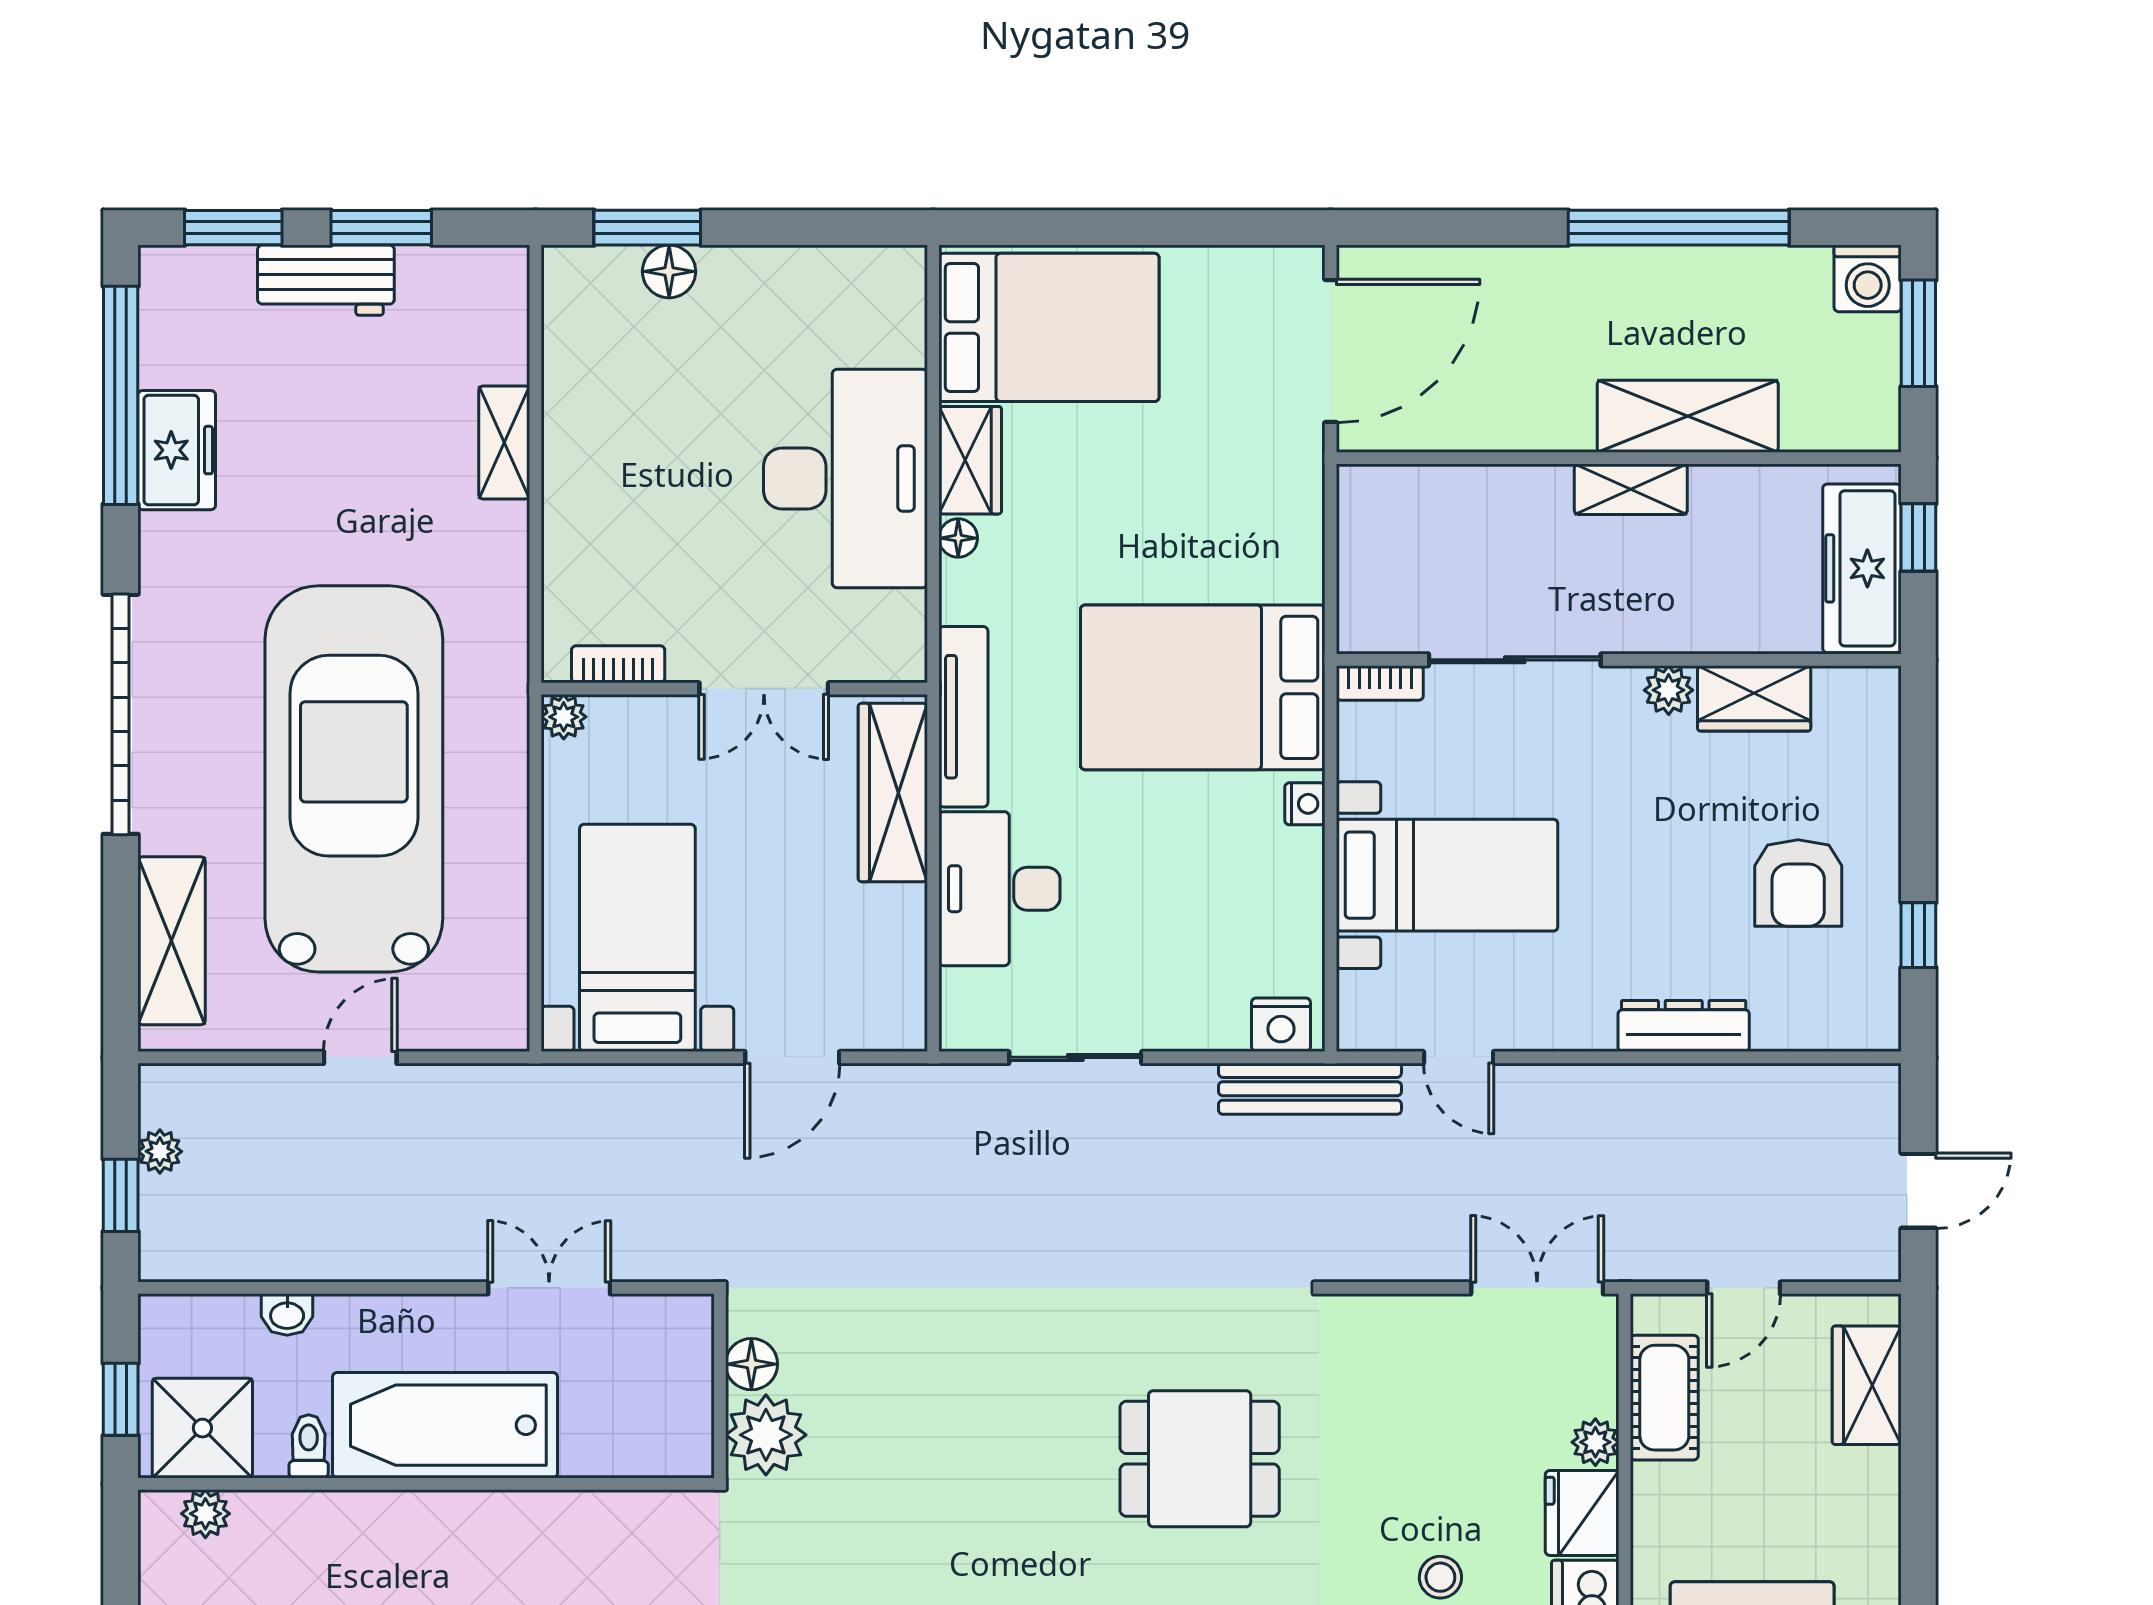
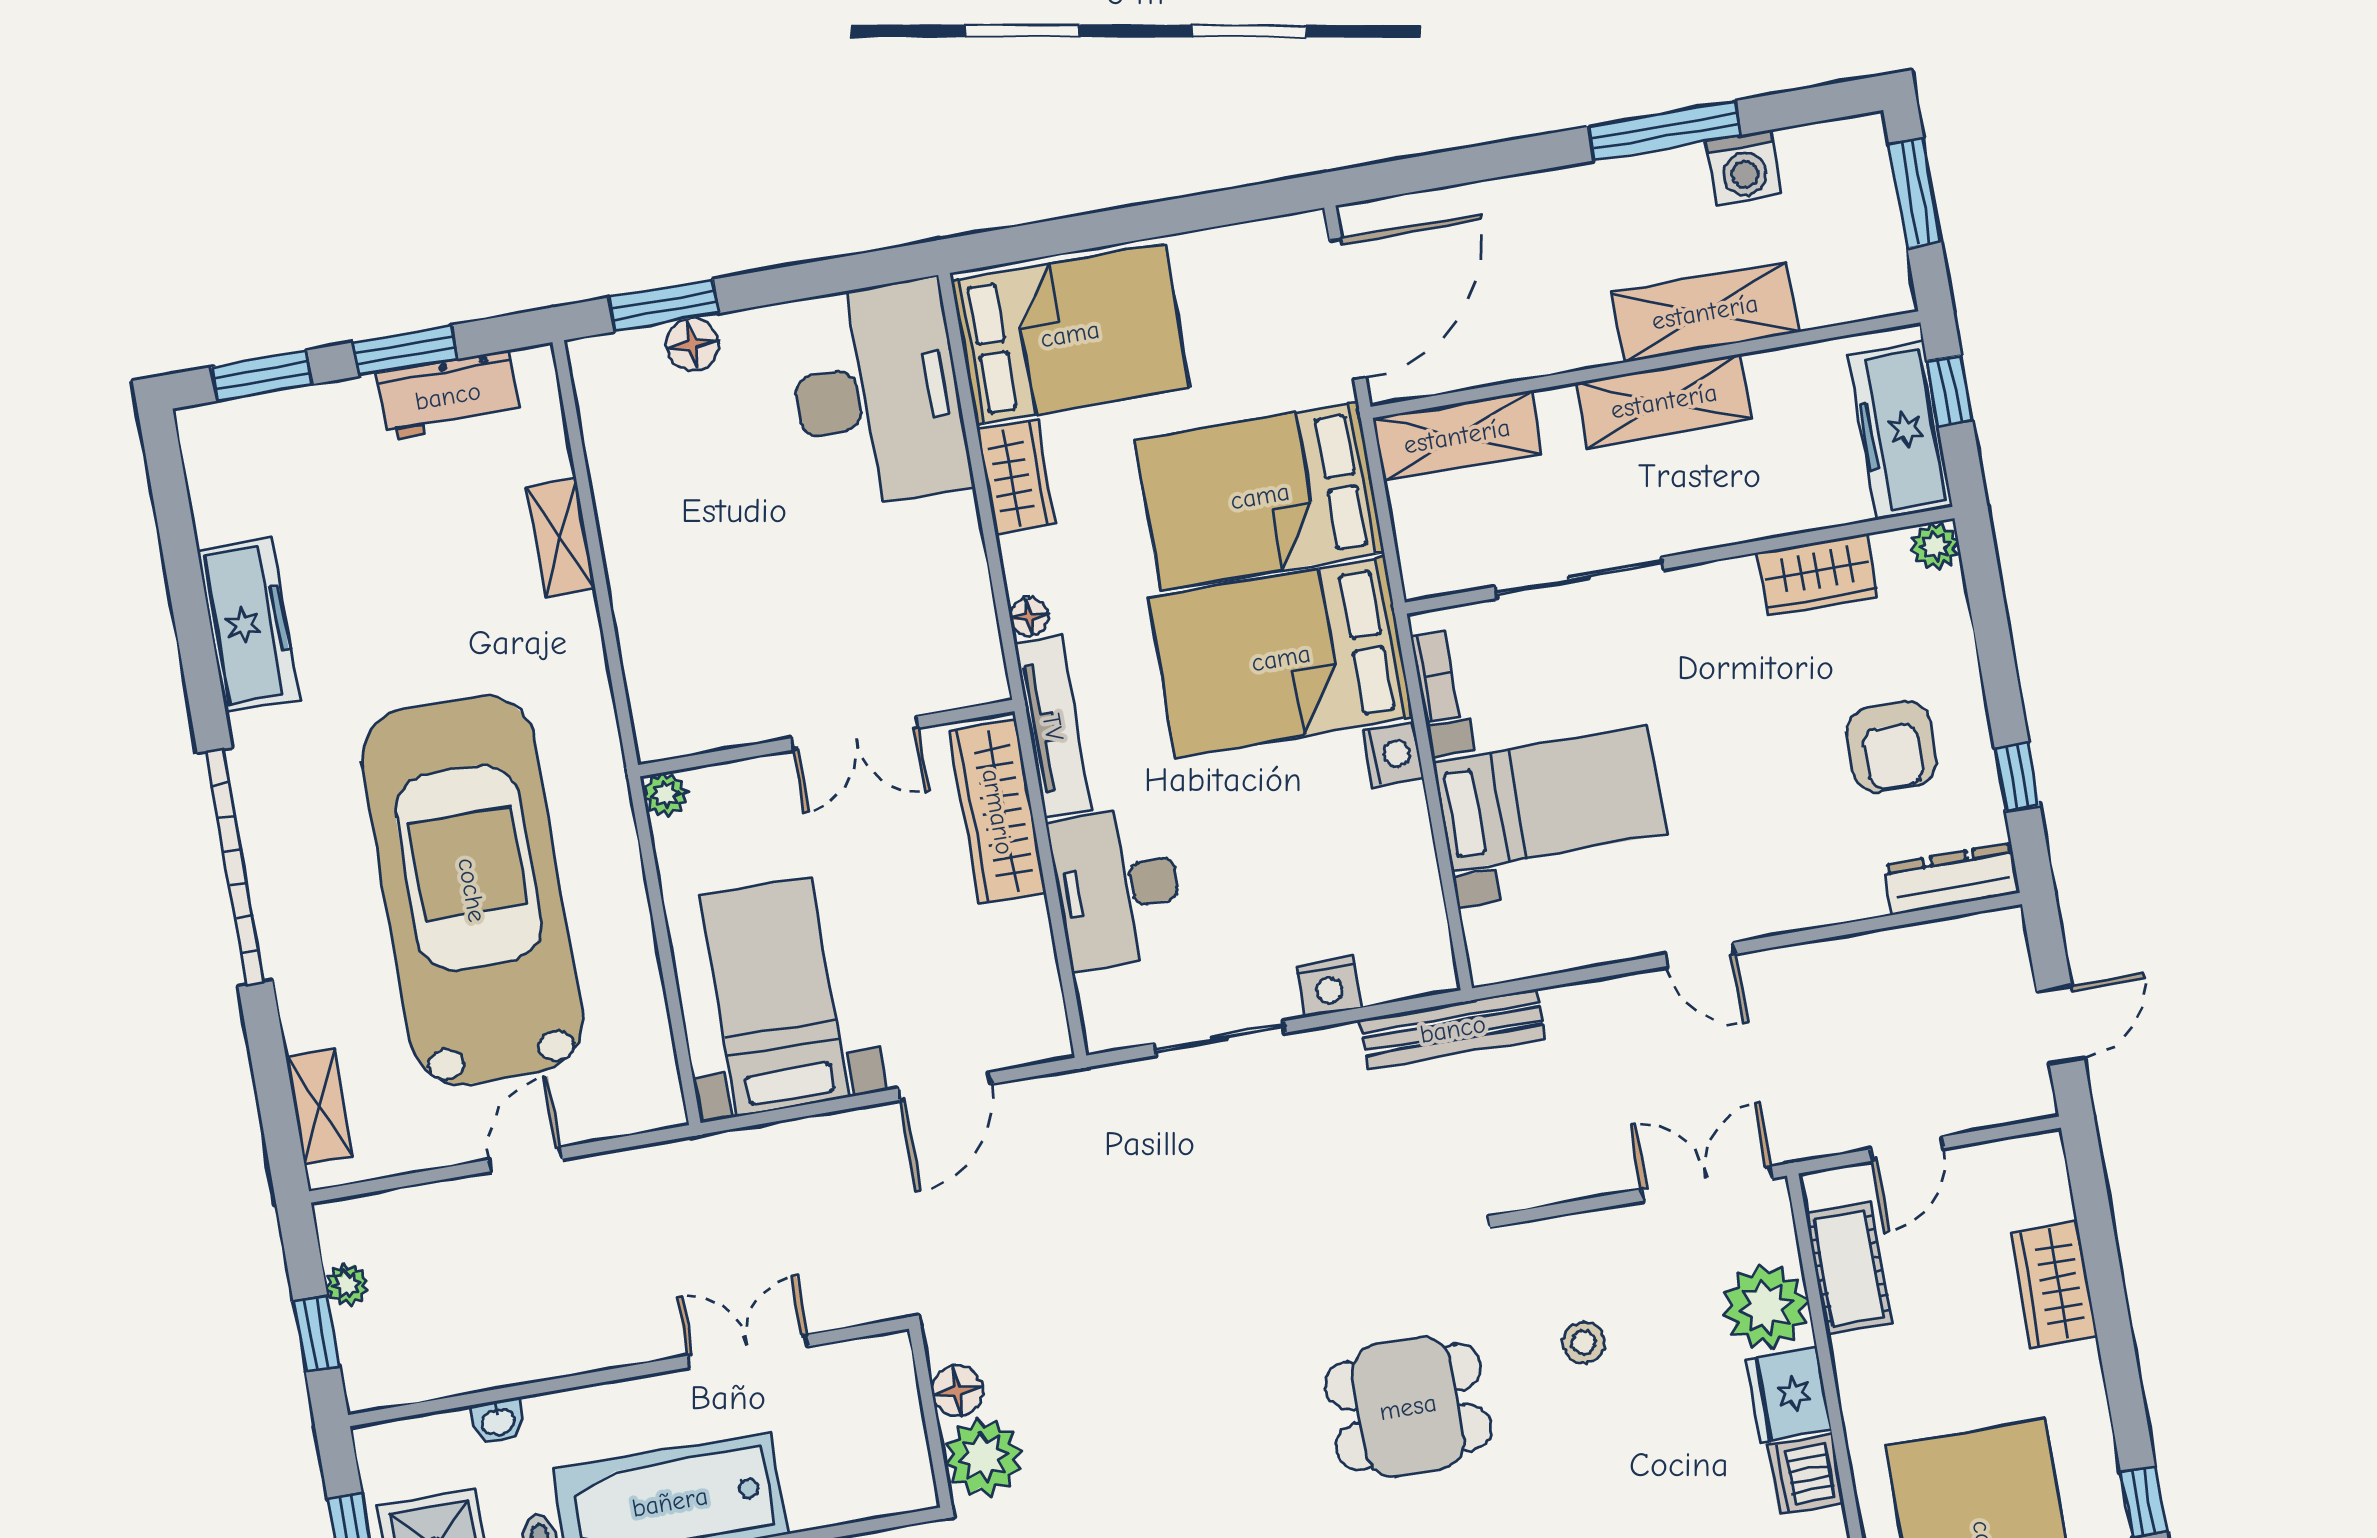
window: (1679, 228) -> (1665, 131), width x0.68
washing machine: (1868, 278) -> (1744, 168), moved
workbench: (326, 280) -> (448, 396), moved
window: (121, 395) -> (181, 557), removed
freezer: (177, 450) -> (249, 624), width x1.40
desk: (846, 479) -> (877, 395), moved
shelving: (1631, 489) -> (1664, 401), width x1.50, depth x1.33
shelving: (1418, 497) -> (1457, 436), added
bed: (1210, 523) -> (1260, 496), added
floor lamp: (958, 538) -> (1029, 617), moved
bookcase: (618, 664) -> (709, 734), removed
bookcase: (1380, 683) -> (1435, 677), moved, turned -90
plant: (1669, 690) -> (1935, 546), moved
nightstand: (1305, 804) -> (1393, 754), width x1.39, depth x1.35
shelving: (172, 941) -> (319, 1107), width x0.67, depth x0.75
nightstand: (1281, 1025) -> (1329, 987), moved
dresser: (1684, 1026) -> (1952, 879), moved
door: (1459, 1057) -> (1700, 954), moved
wardrobe: (1867, 1385) -> (2054, 1285), moved
plant: (1595, 1442) -> (1766, 1307), width x1.88, depth x1.88
stool: (1440, 1577) -> (1584, 1342), moved

